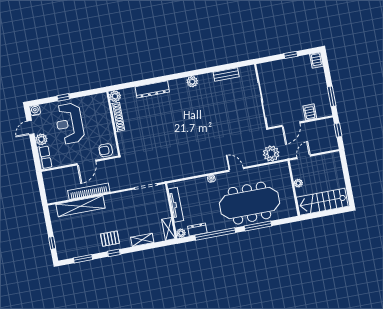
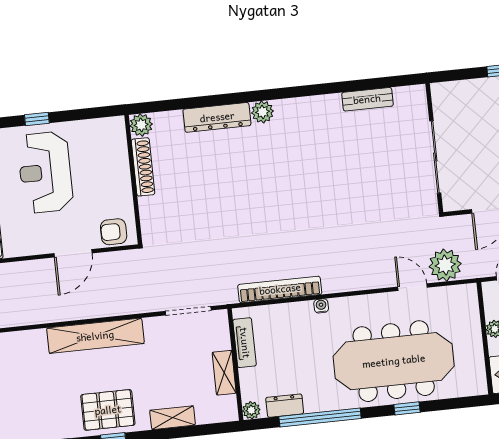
plant: (192, 82) -> (263, 112), moved
door: (236, 169) -> (413, 287), moved
bookcase: (89, 191) -> (280, 289), moved
tv unit: (176, 205) -> (245, 343), width x0.71
shelving: (80, 206) -> (95, 336), moved
window: (258, 226) -> (407, 408), width x0.46
shelving: (168, 229) -> (224, 373), moved
pallet: (110, 239) -> (108, 410), width x1.50, depth x1.42

